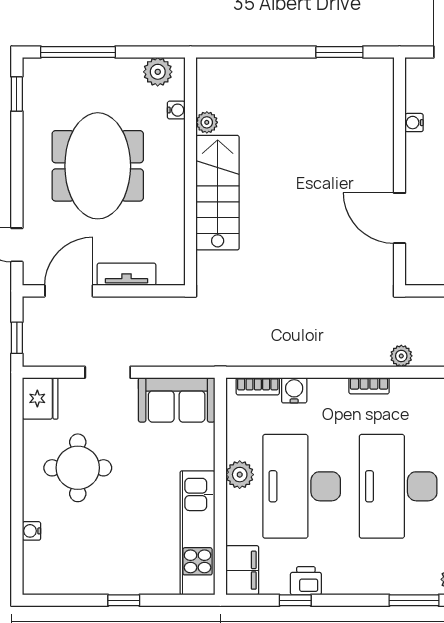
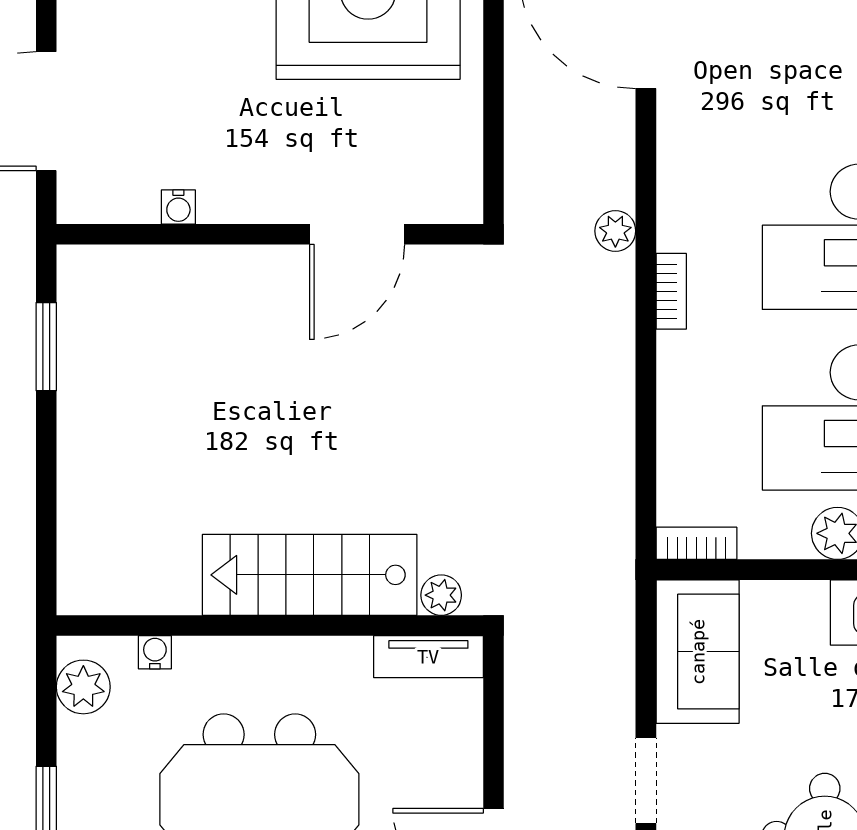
plant: (207, 122) -> (441, 595), moved
tv unit: (126, 274) -> (428, 657), moved, turned -90
bookcase: (258, 386) -> (696, 543), moved, turned -90
water cooler: (294, 390) -> (680, 432), removed

